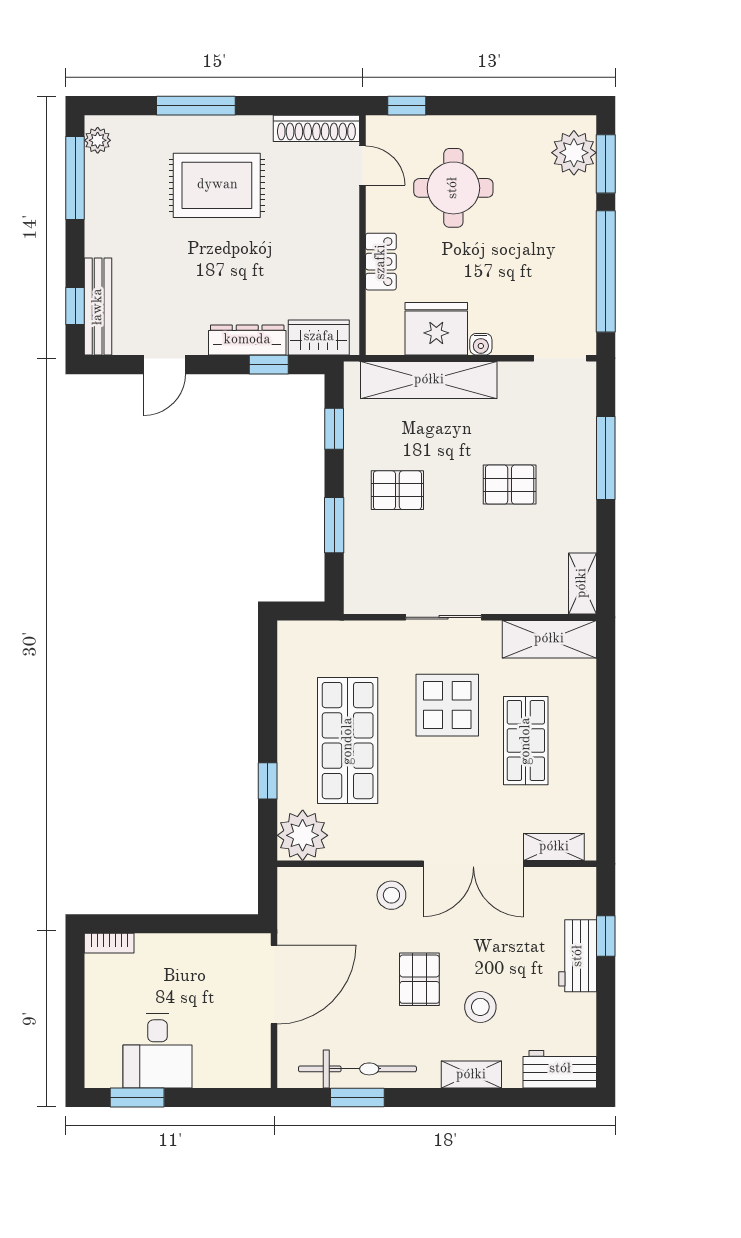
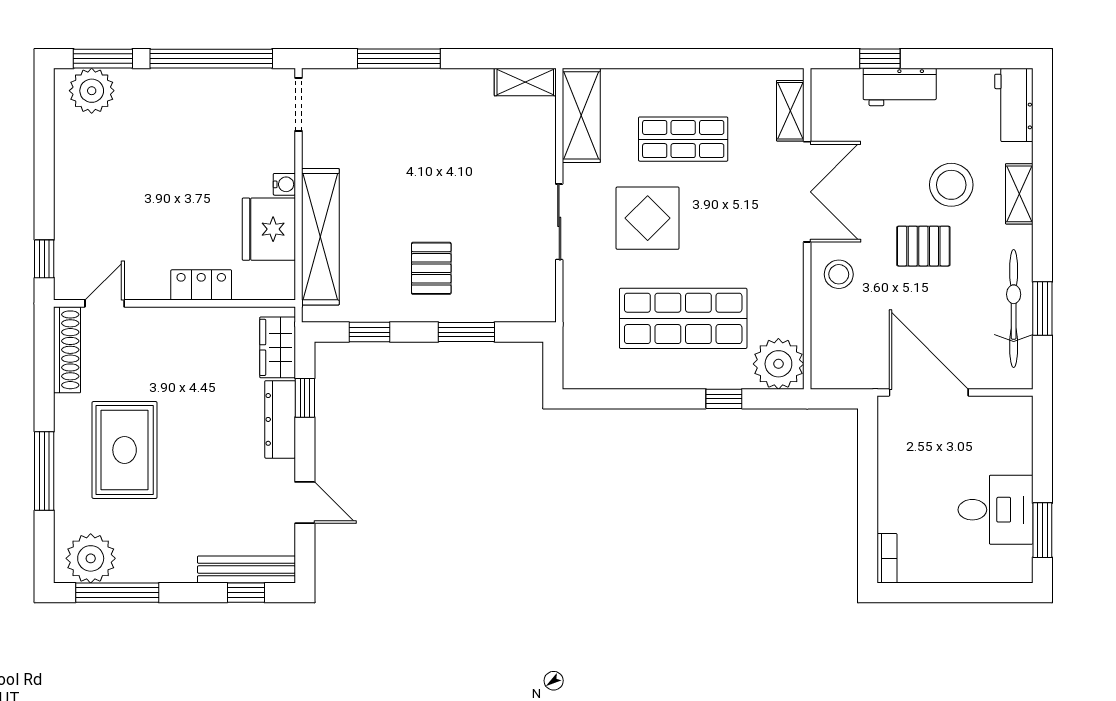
plant: (98, 140) -> (91, 558), width x1.87, depth x1.87
round table: (453, 188) -> (127, 212), removed
pallet: (510, 485) -> (426, 155), removed
stool: (480, 1007) -> (951, 185), width x1.38, depth x1.38

